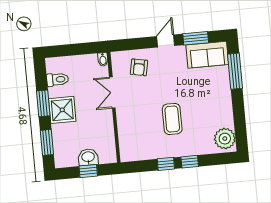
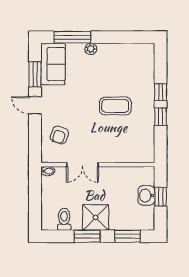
armchair: (139, 67) -> (59, 135), turned 98
plant: (225, 139) -> (91, 49), moved, width x0.53, depth x0.53

